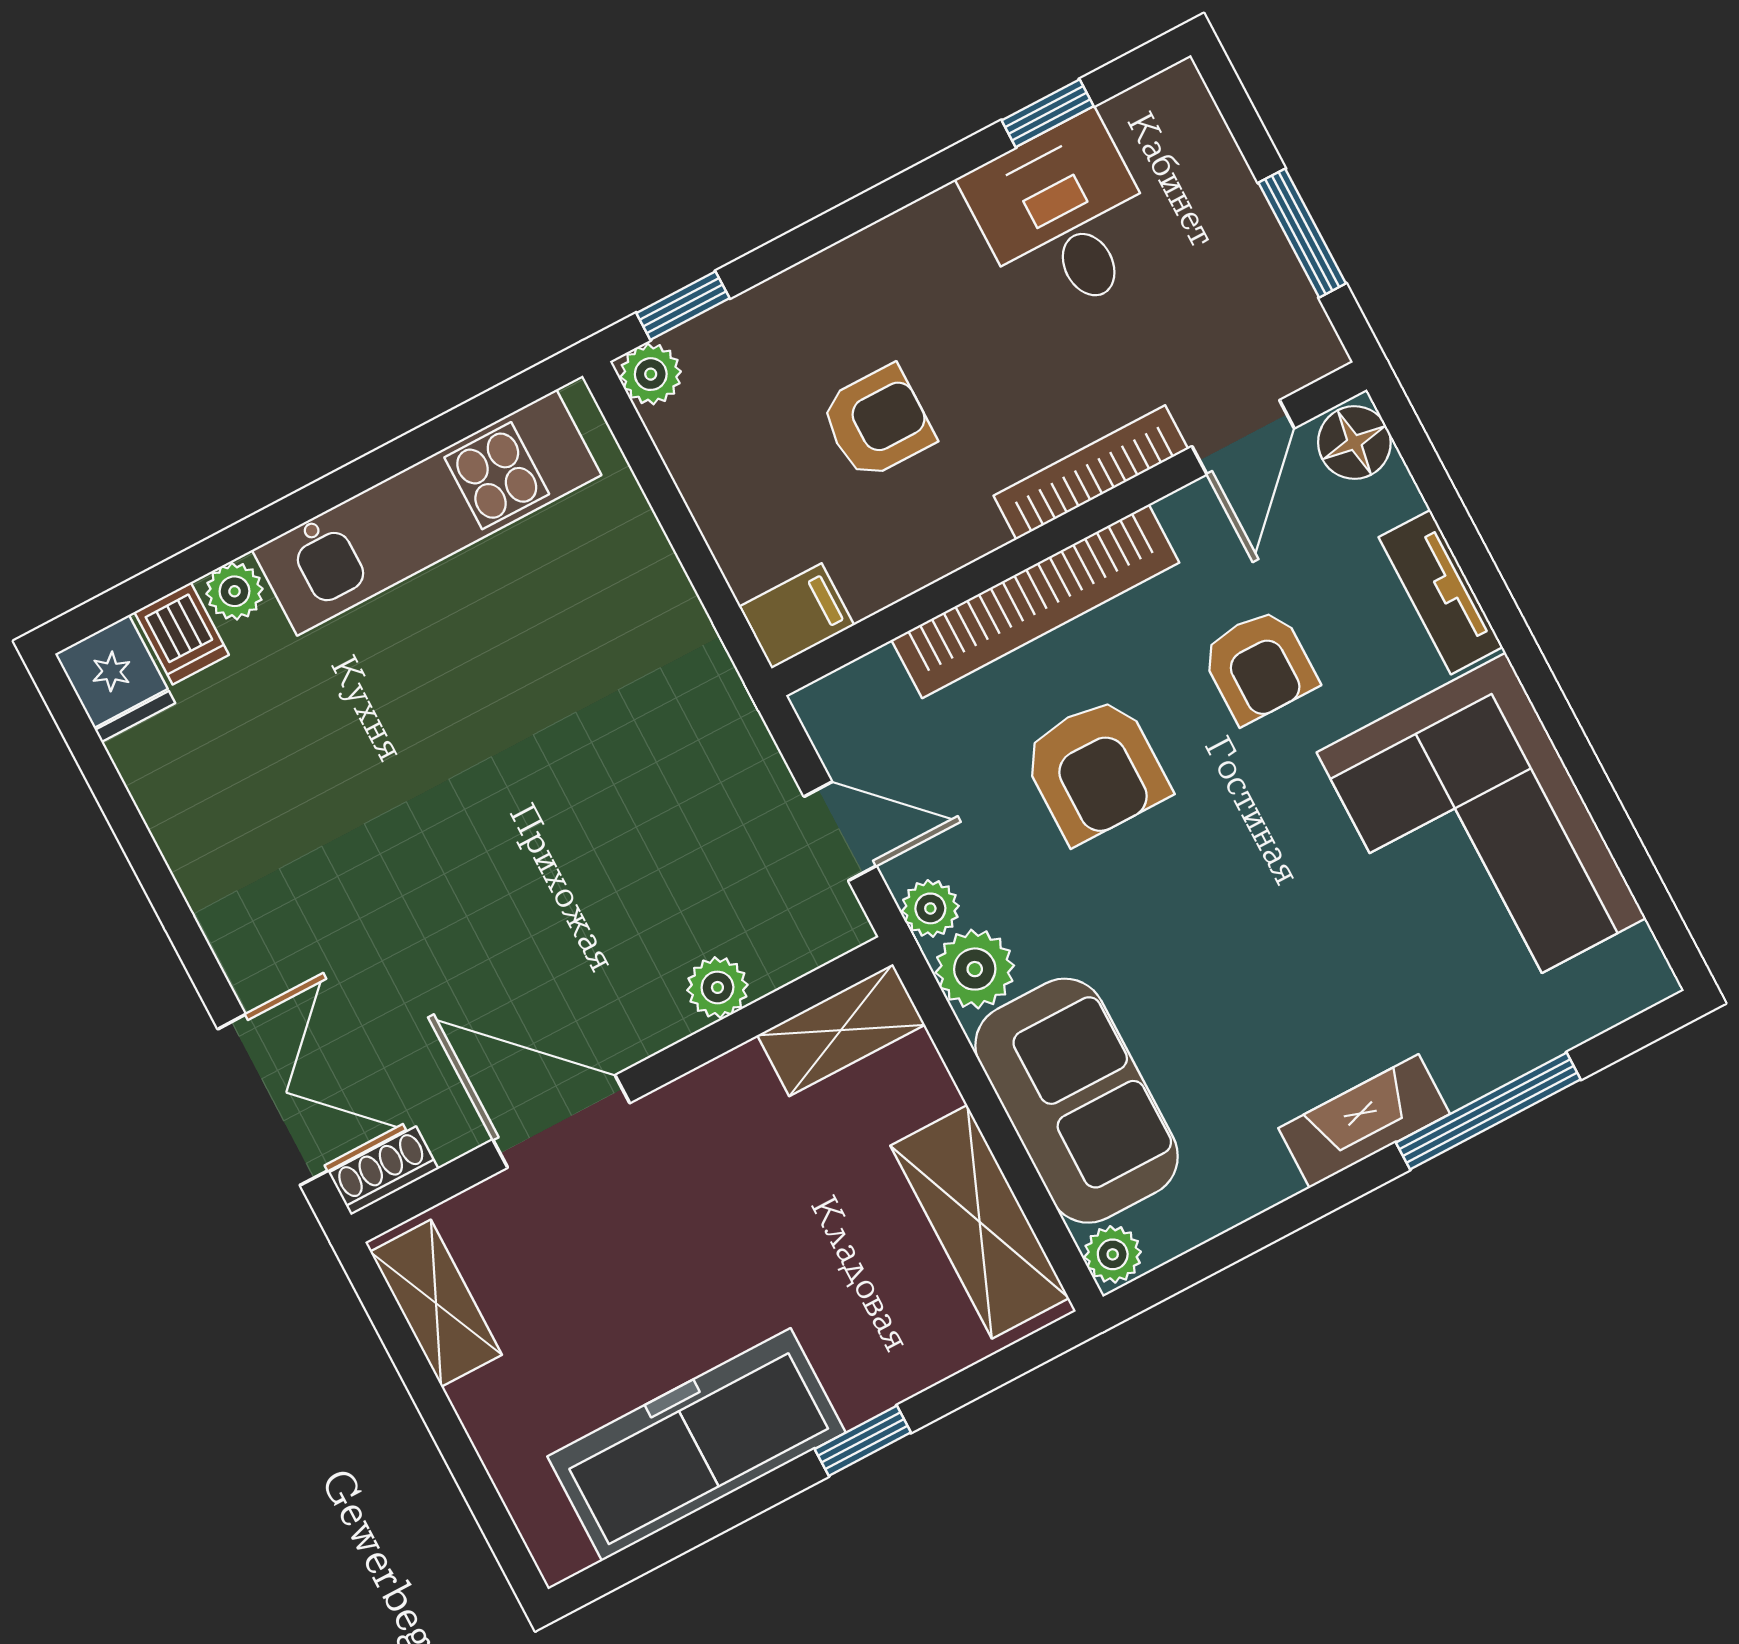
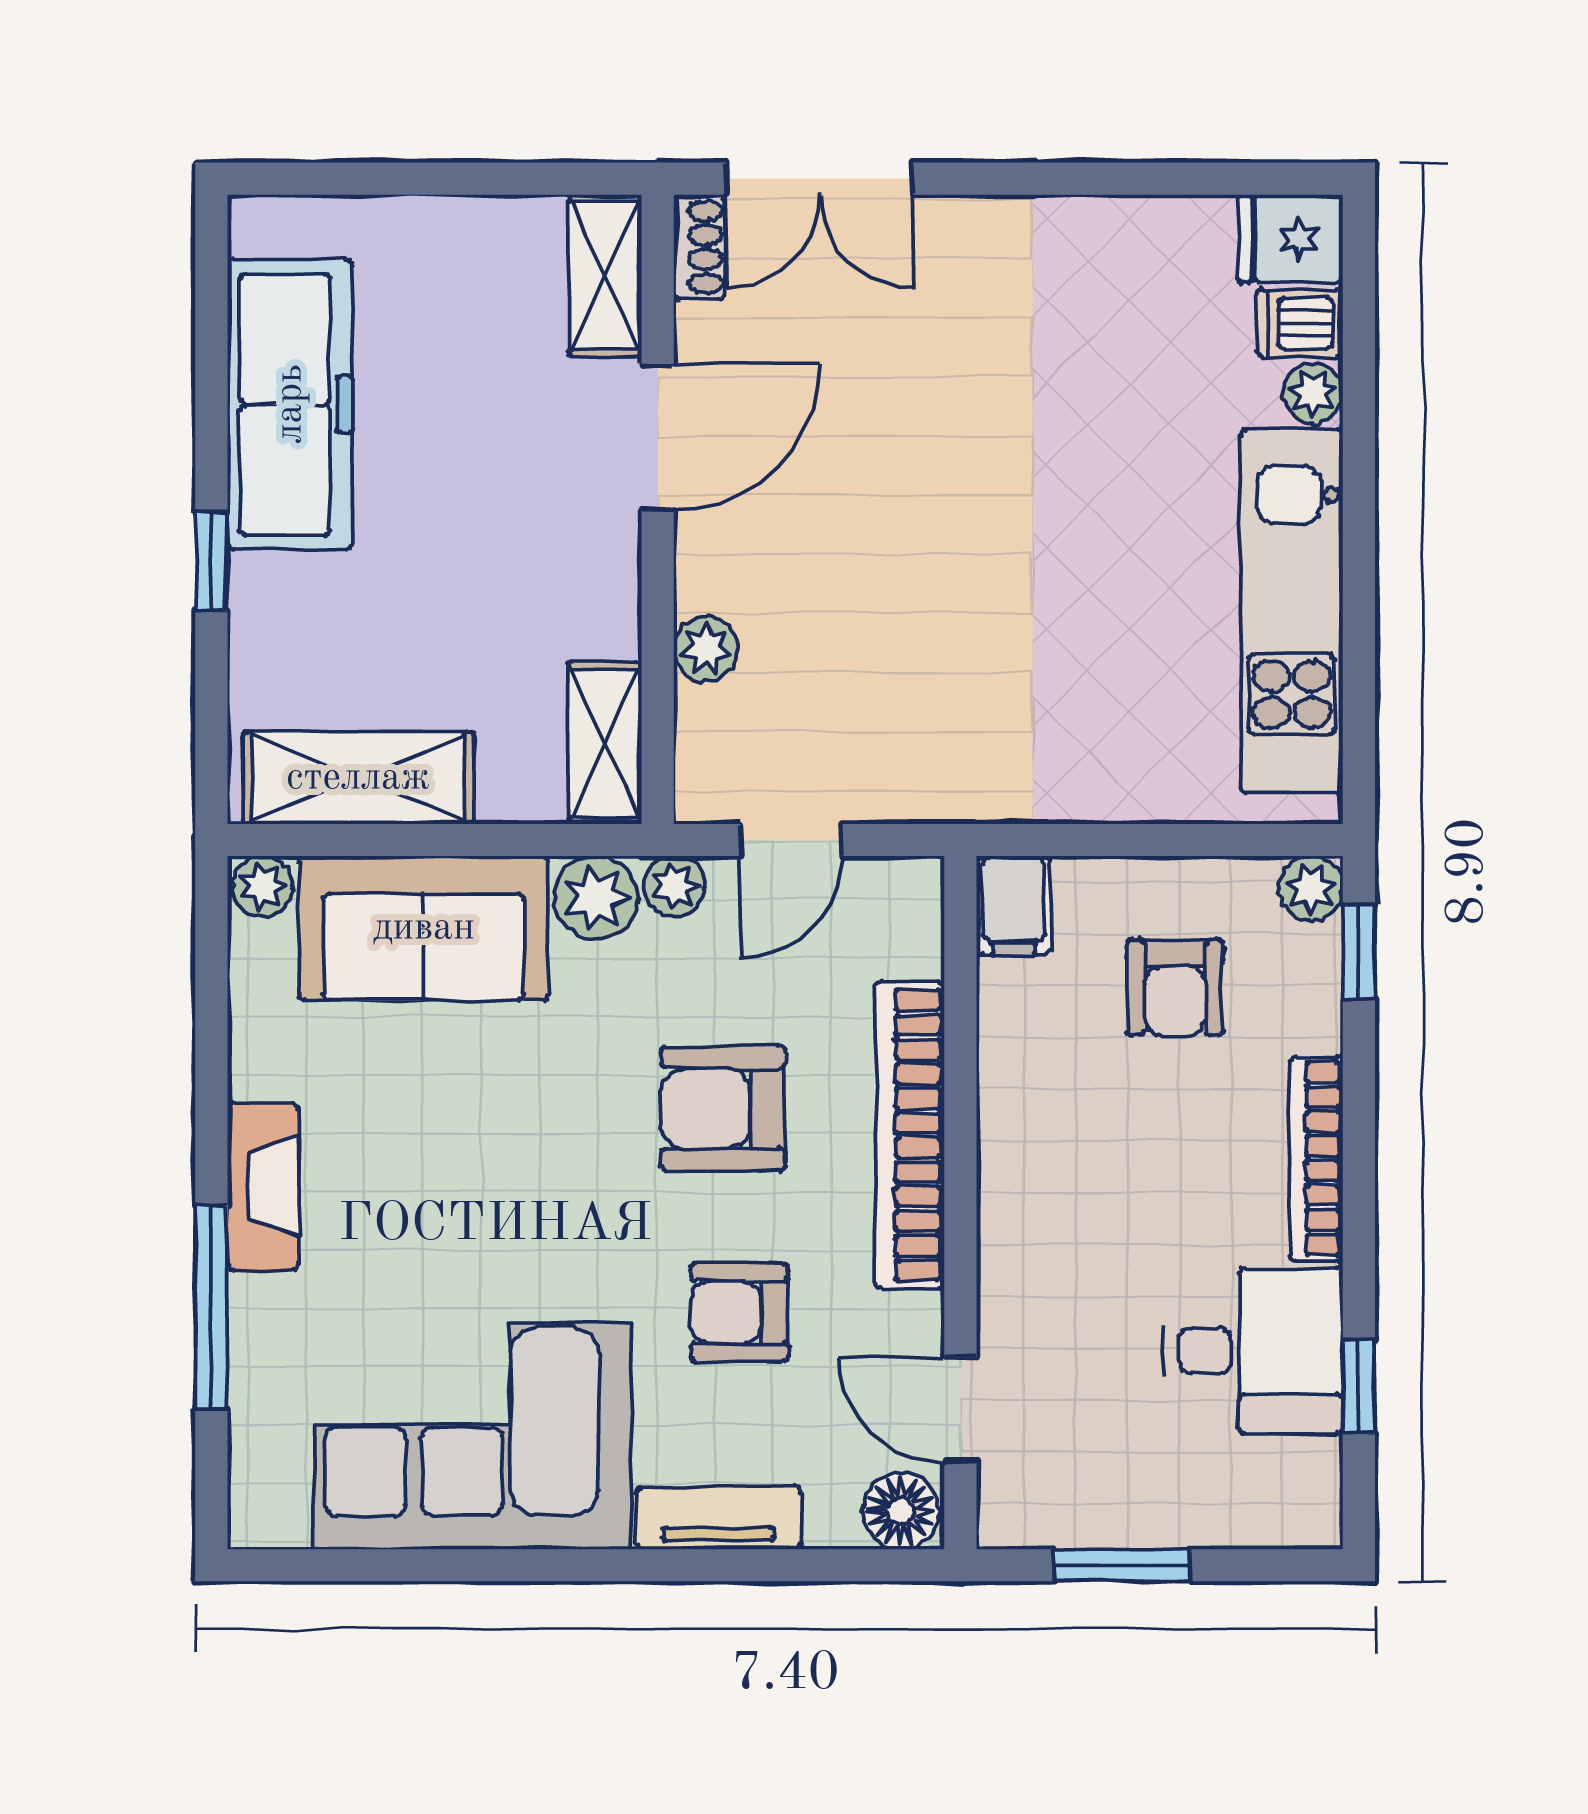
armchair: (877, 422) -> (1175, 988), moved
bookcase: (1091, 472) -> (1317, 1159), moved, turned 180
shelving: (436, 1303) -> (605, 275), moved, turned 90

